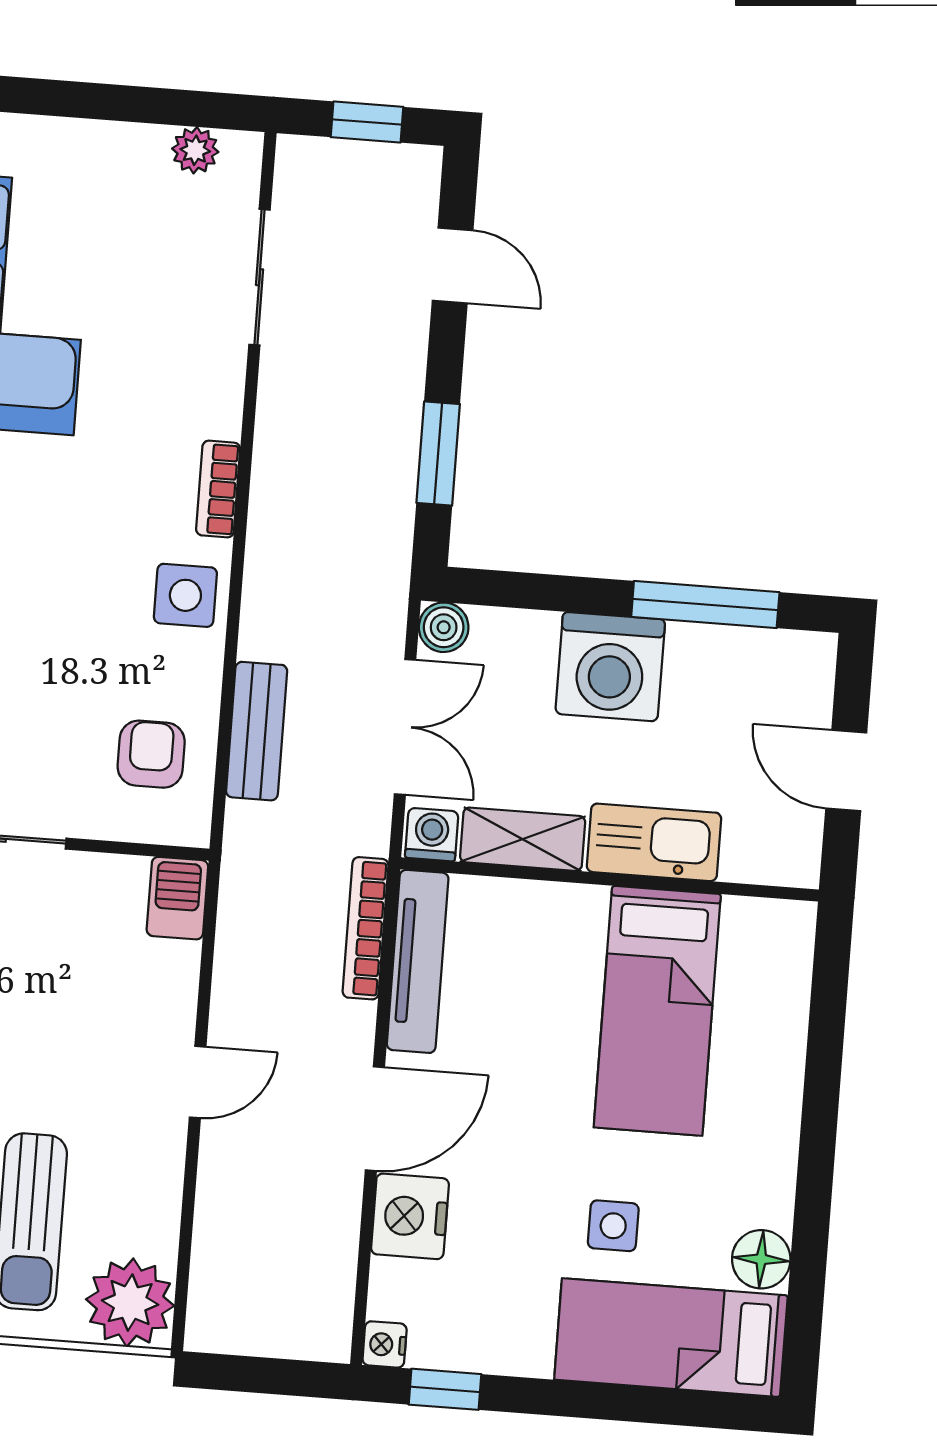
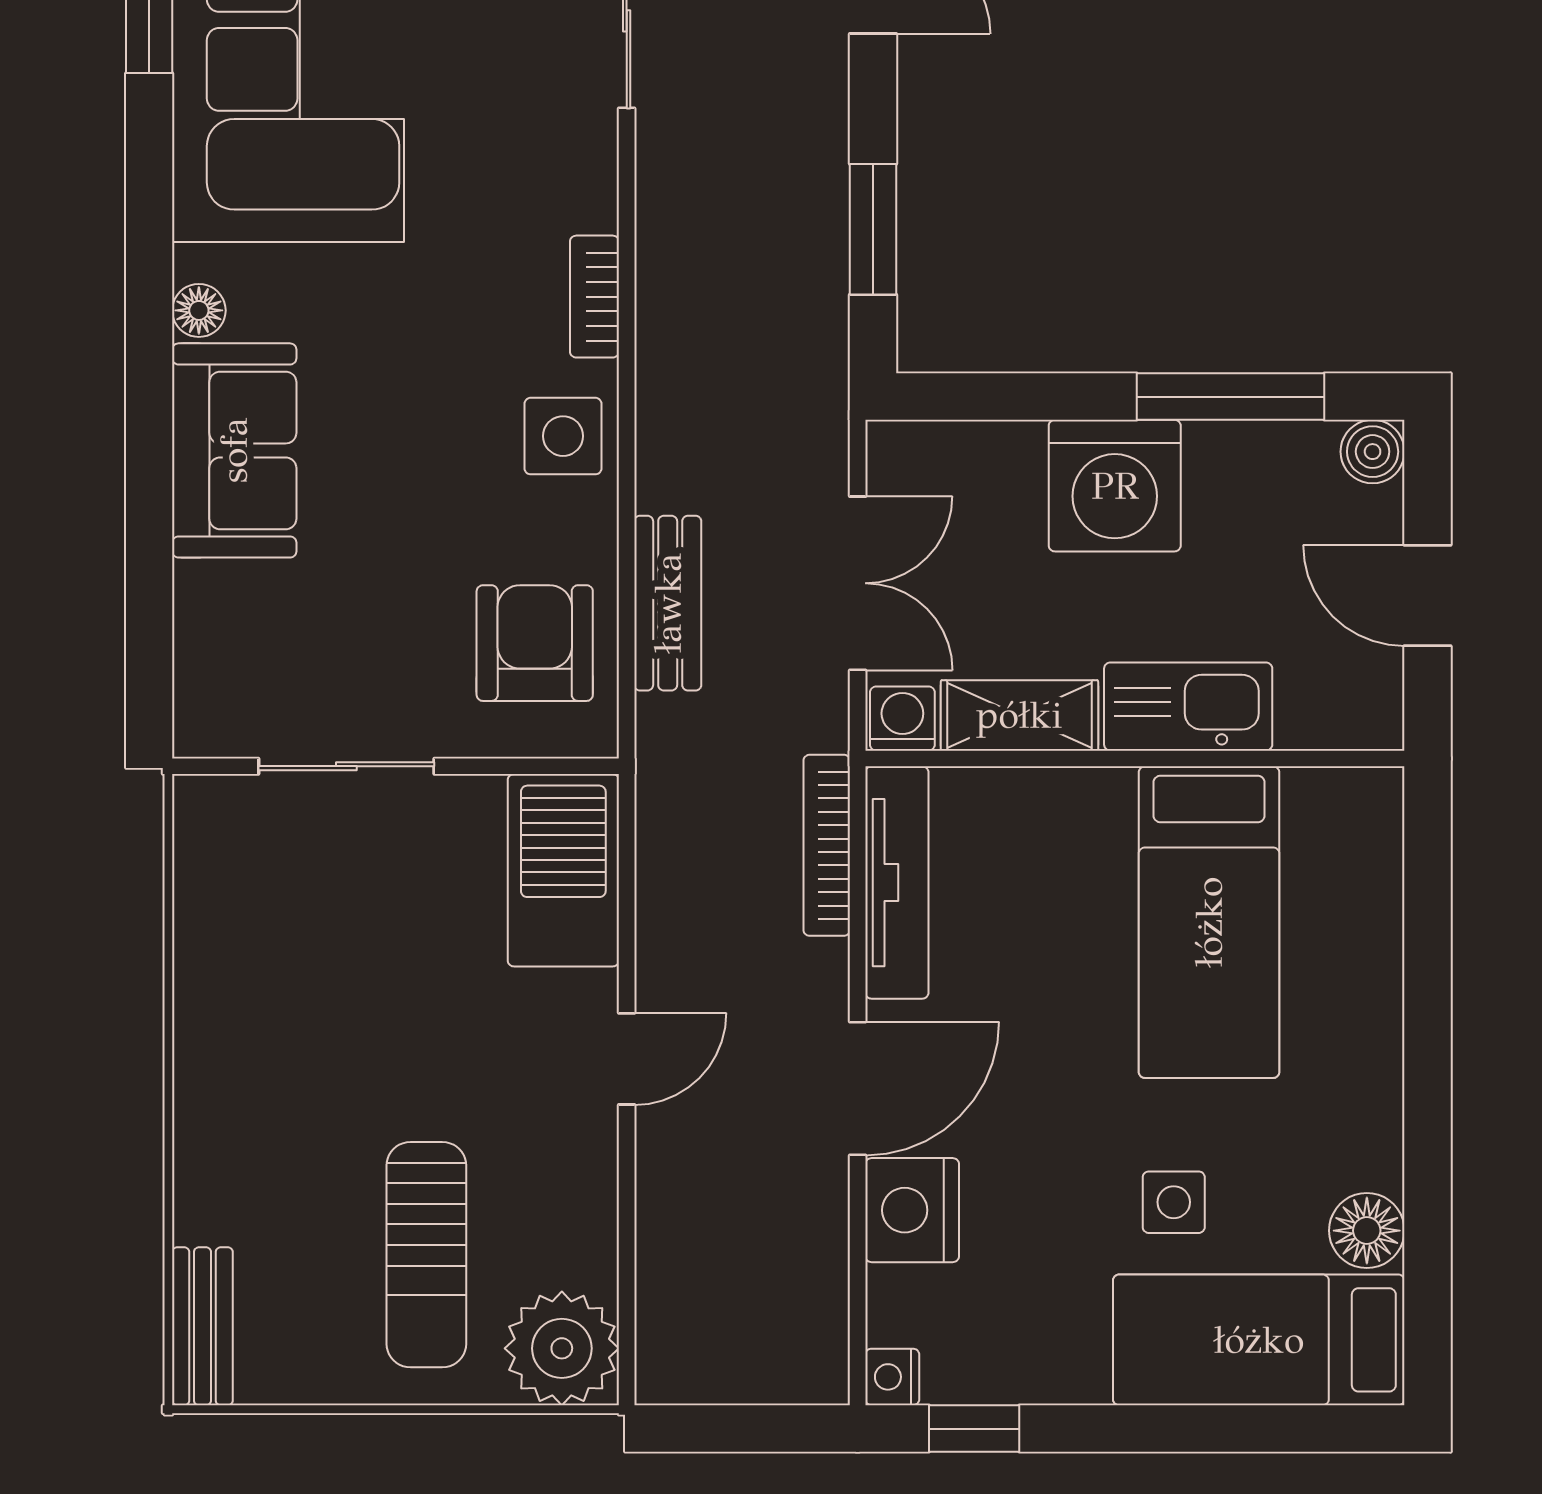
boiler: (444, 627) -> (1373, 452), moved
armchair: (151, 754) -> (535, 643), width x1.38, depth x1.38
barbecue: (177, 898) -> (563, 870), width x1.88, depth x1.53

